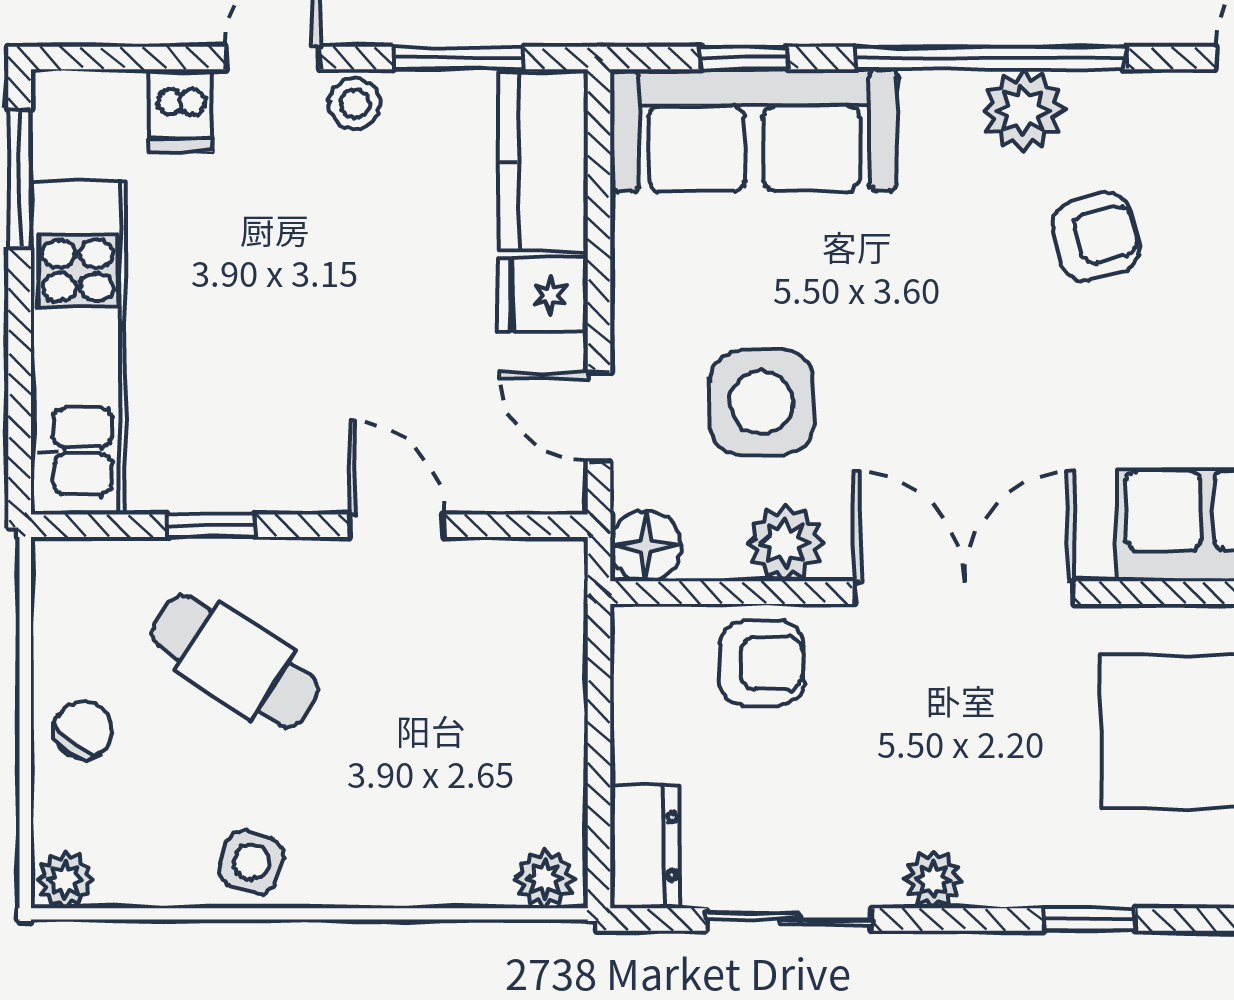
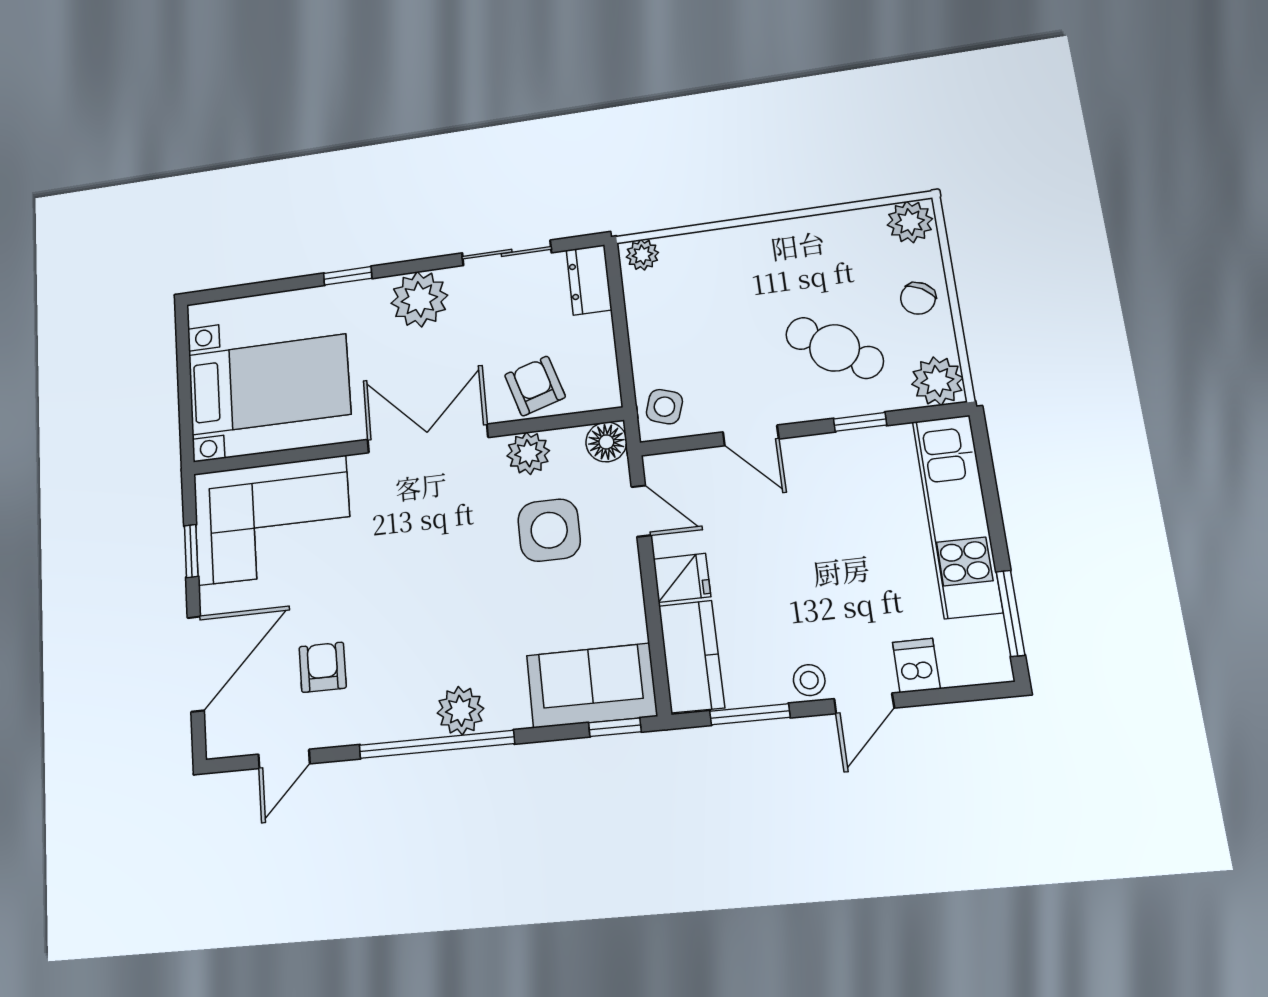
window: (744, 58) -> (615, 727), moved
plant: (1023, 110) -> (460, 711), moved
sofa: (754, 130) -> (592, 686), width x0.73
armchair: (1096, 237) -> (323, 667), moved, turned 105
plant: (74, 580) -> (937, 381), added
double door: (964, 593) -> (428, 438), swing flipped
armchair: (762, 663) -> (535, 386), turned 73
side table: (251, 862) -> (664, 407), moved
plant: (65, 880) -> (910, 222), width x1.38, depth x1.38
plant: (933, 880) -> (419, 299), width x1.87, depth x1.87

